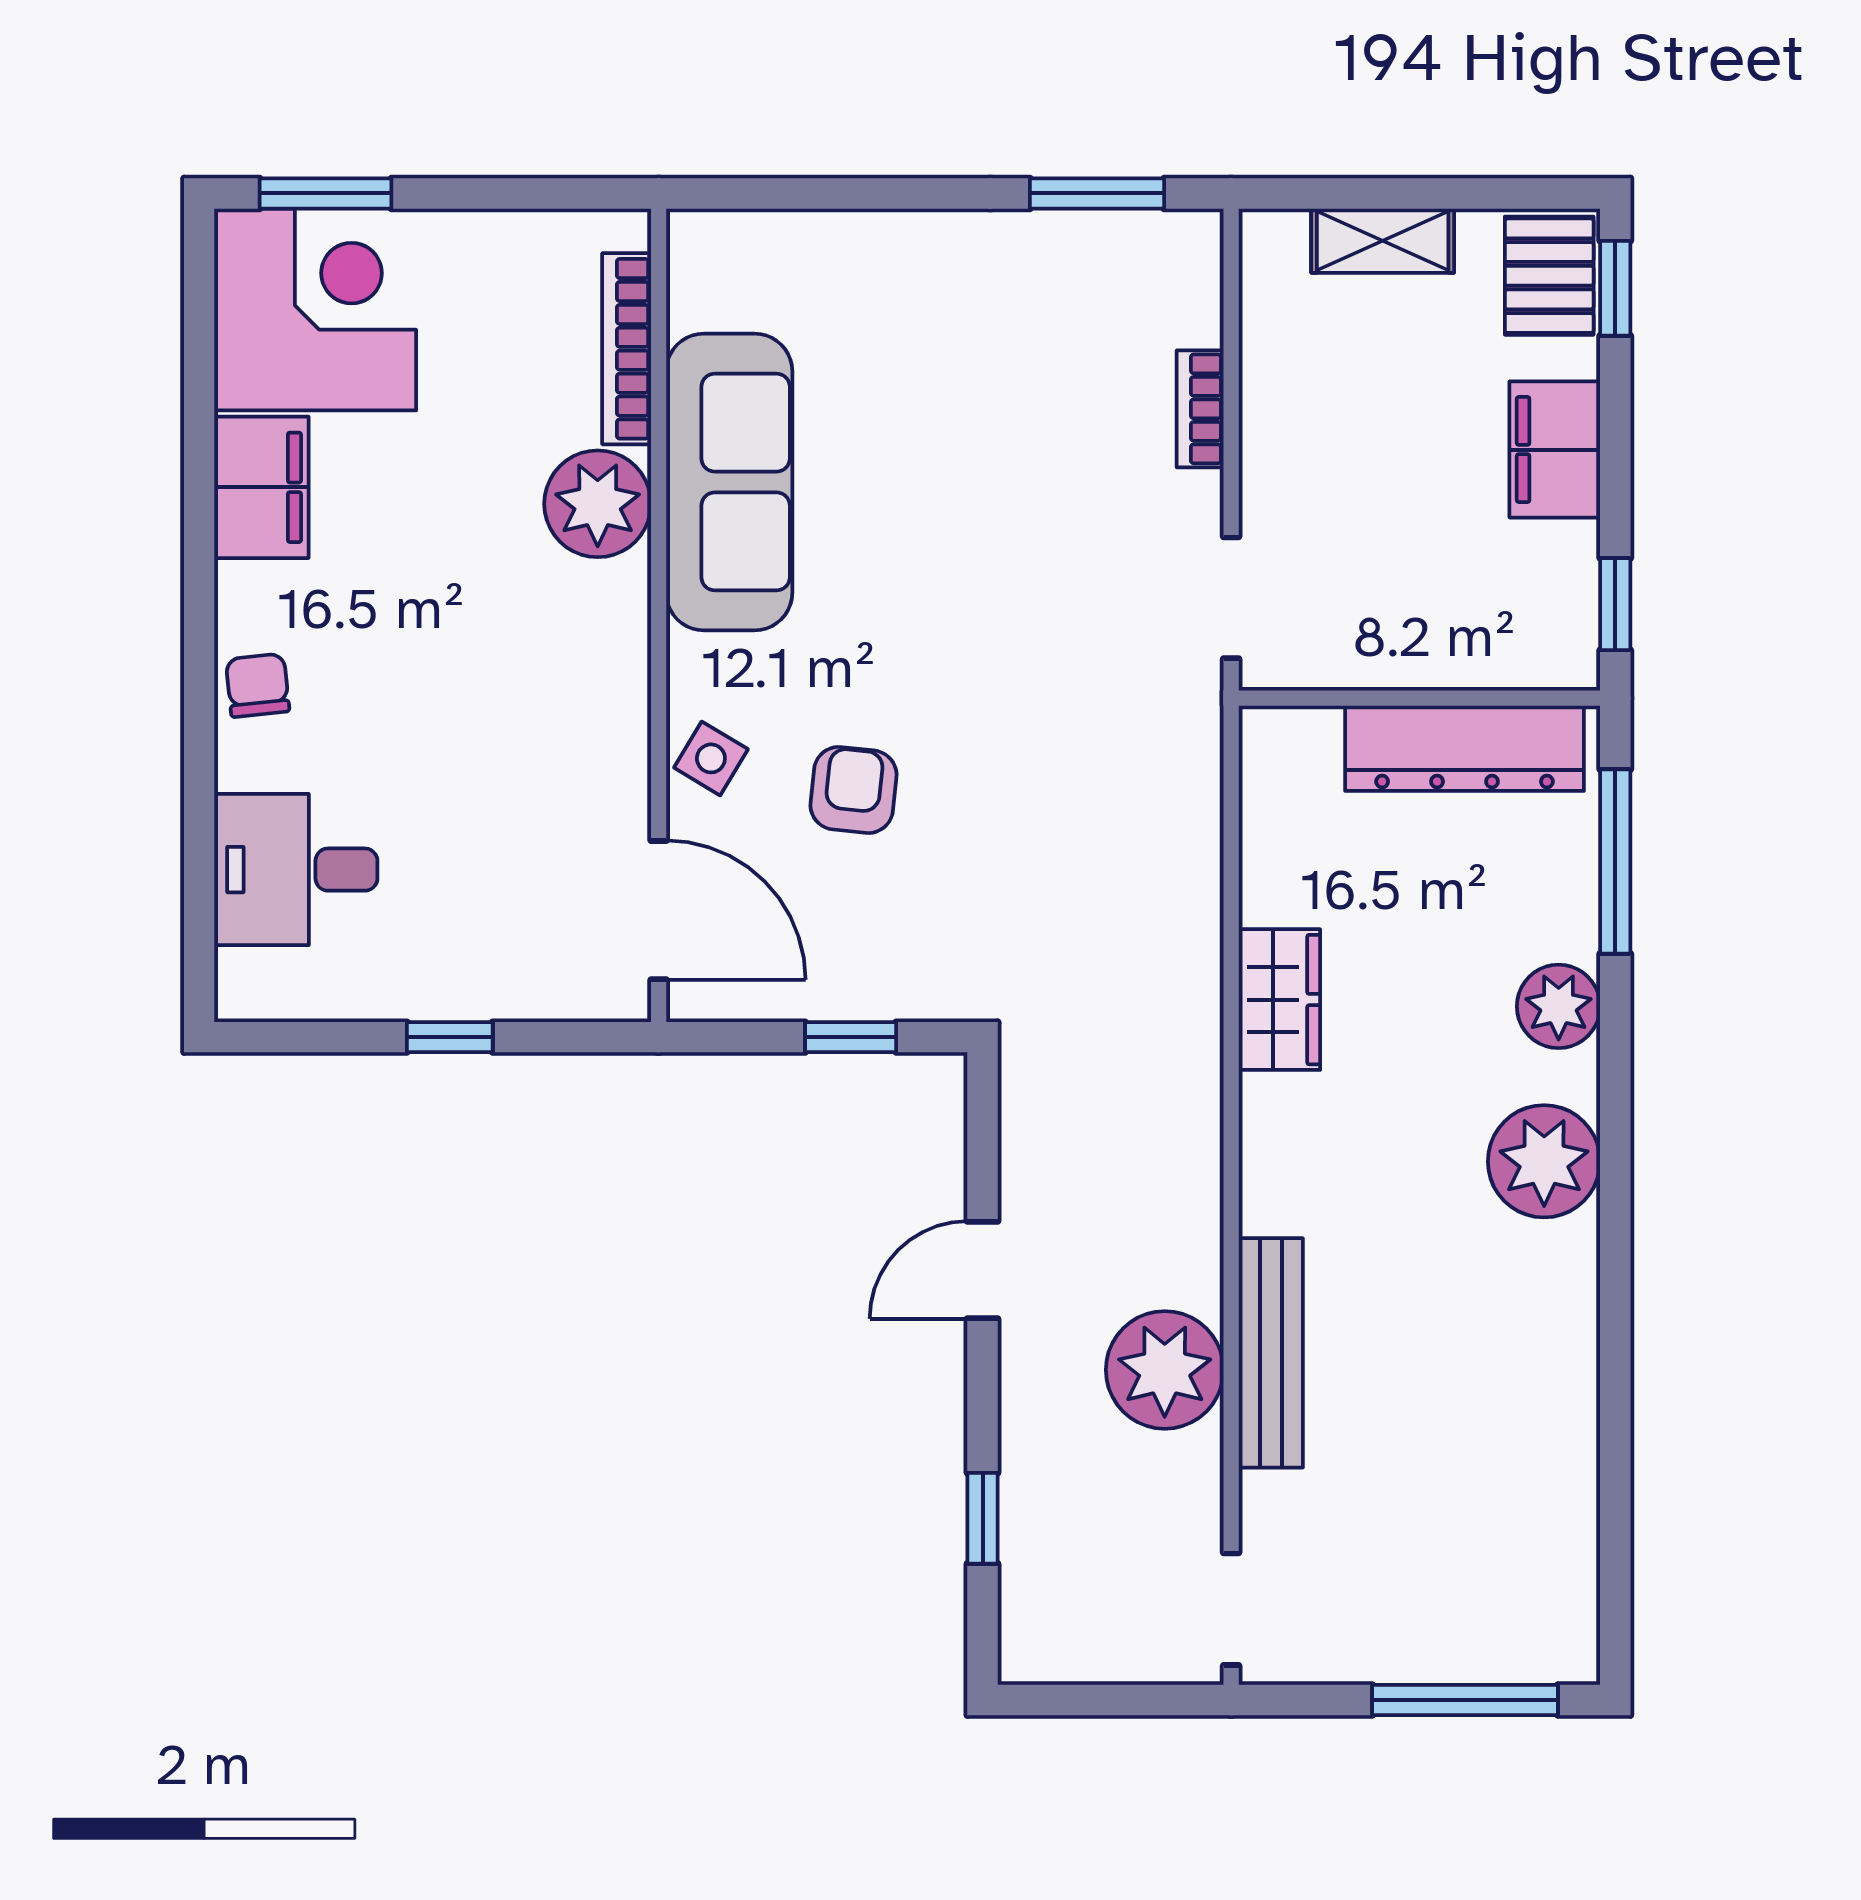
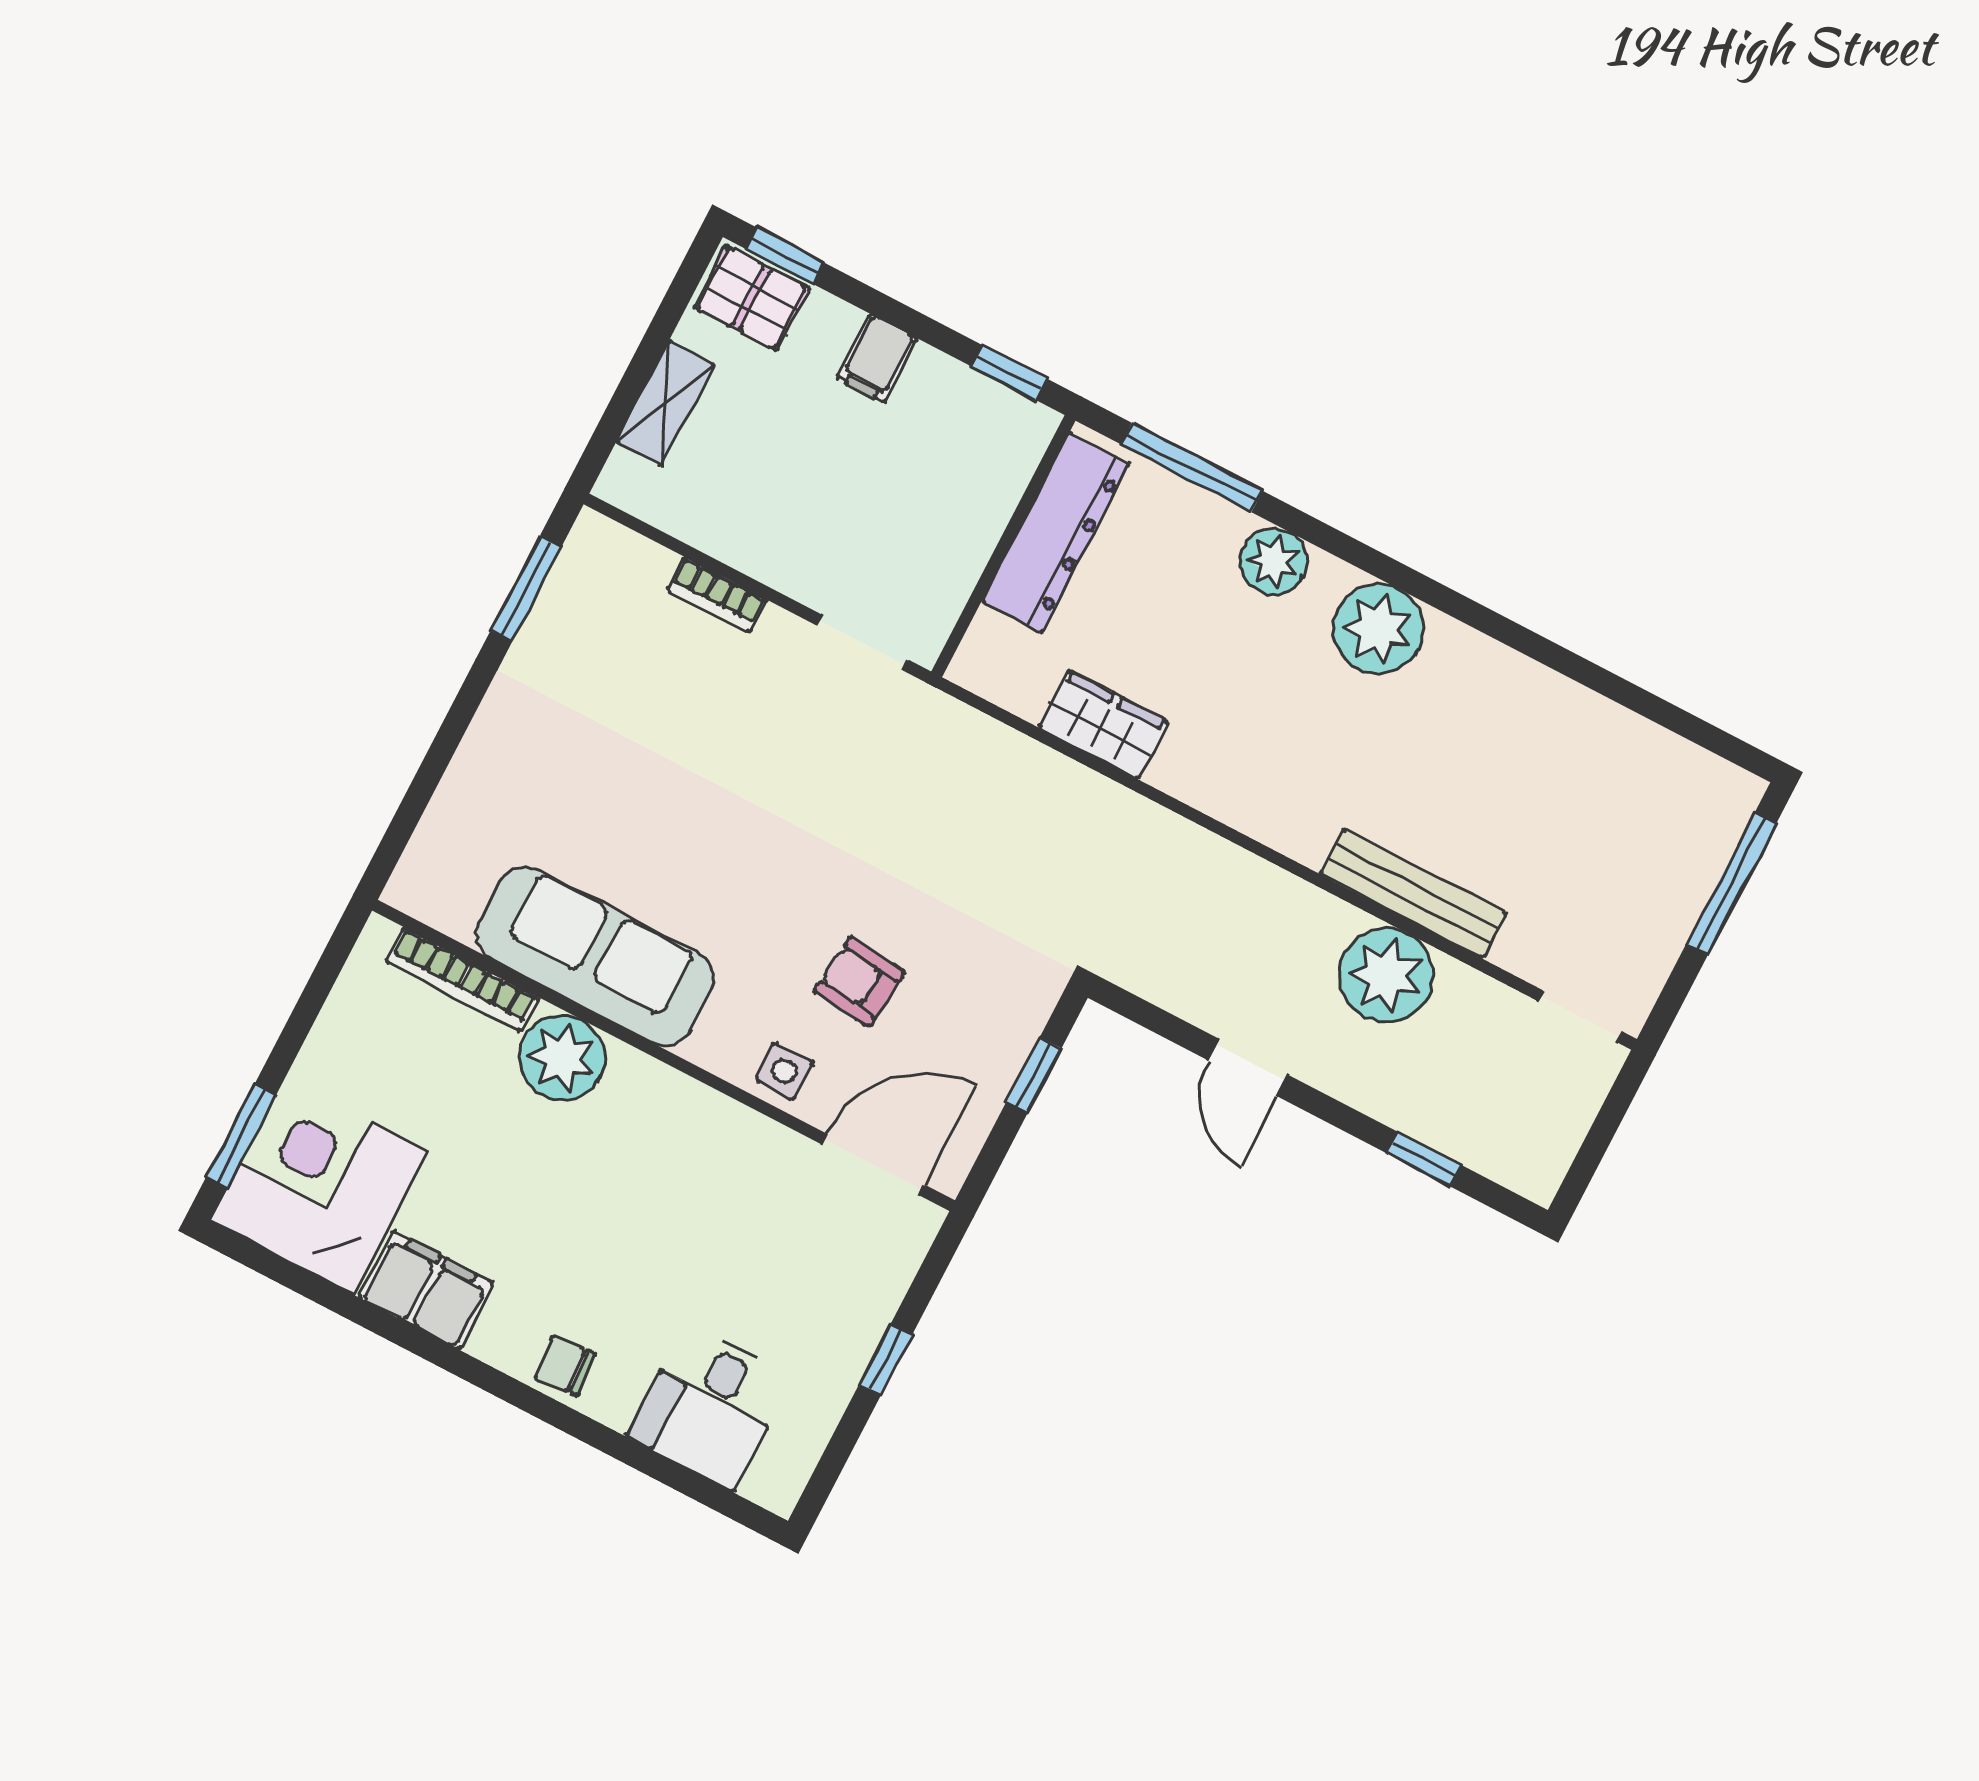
filing cabinet: (1555, 450) -> (877, 358), width x0.50
side table: (711, 758) -> (784, 1071), turned -31
wardrobe: (1279, 1000) -> (1103, 724), moved

